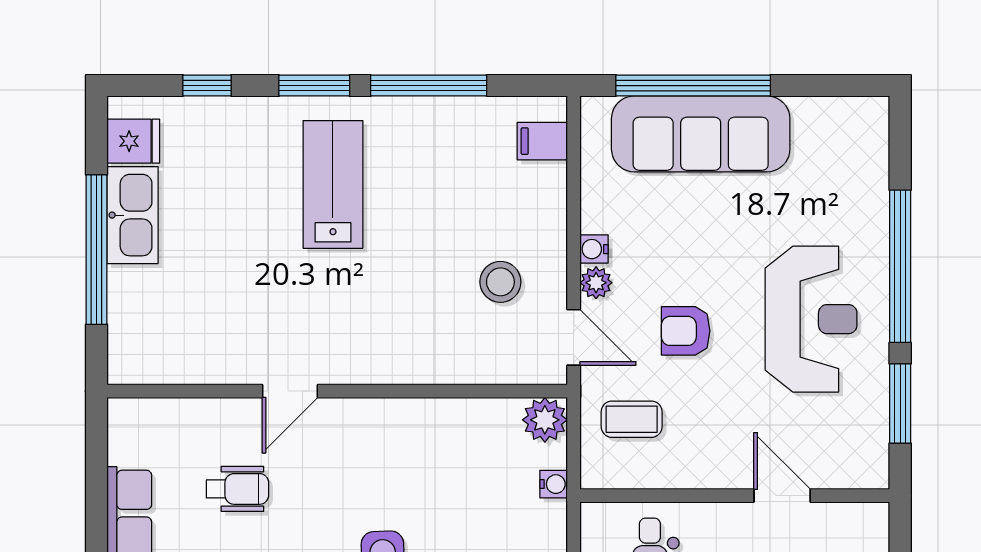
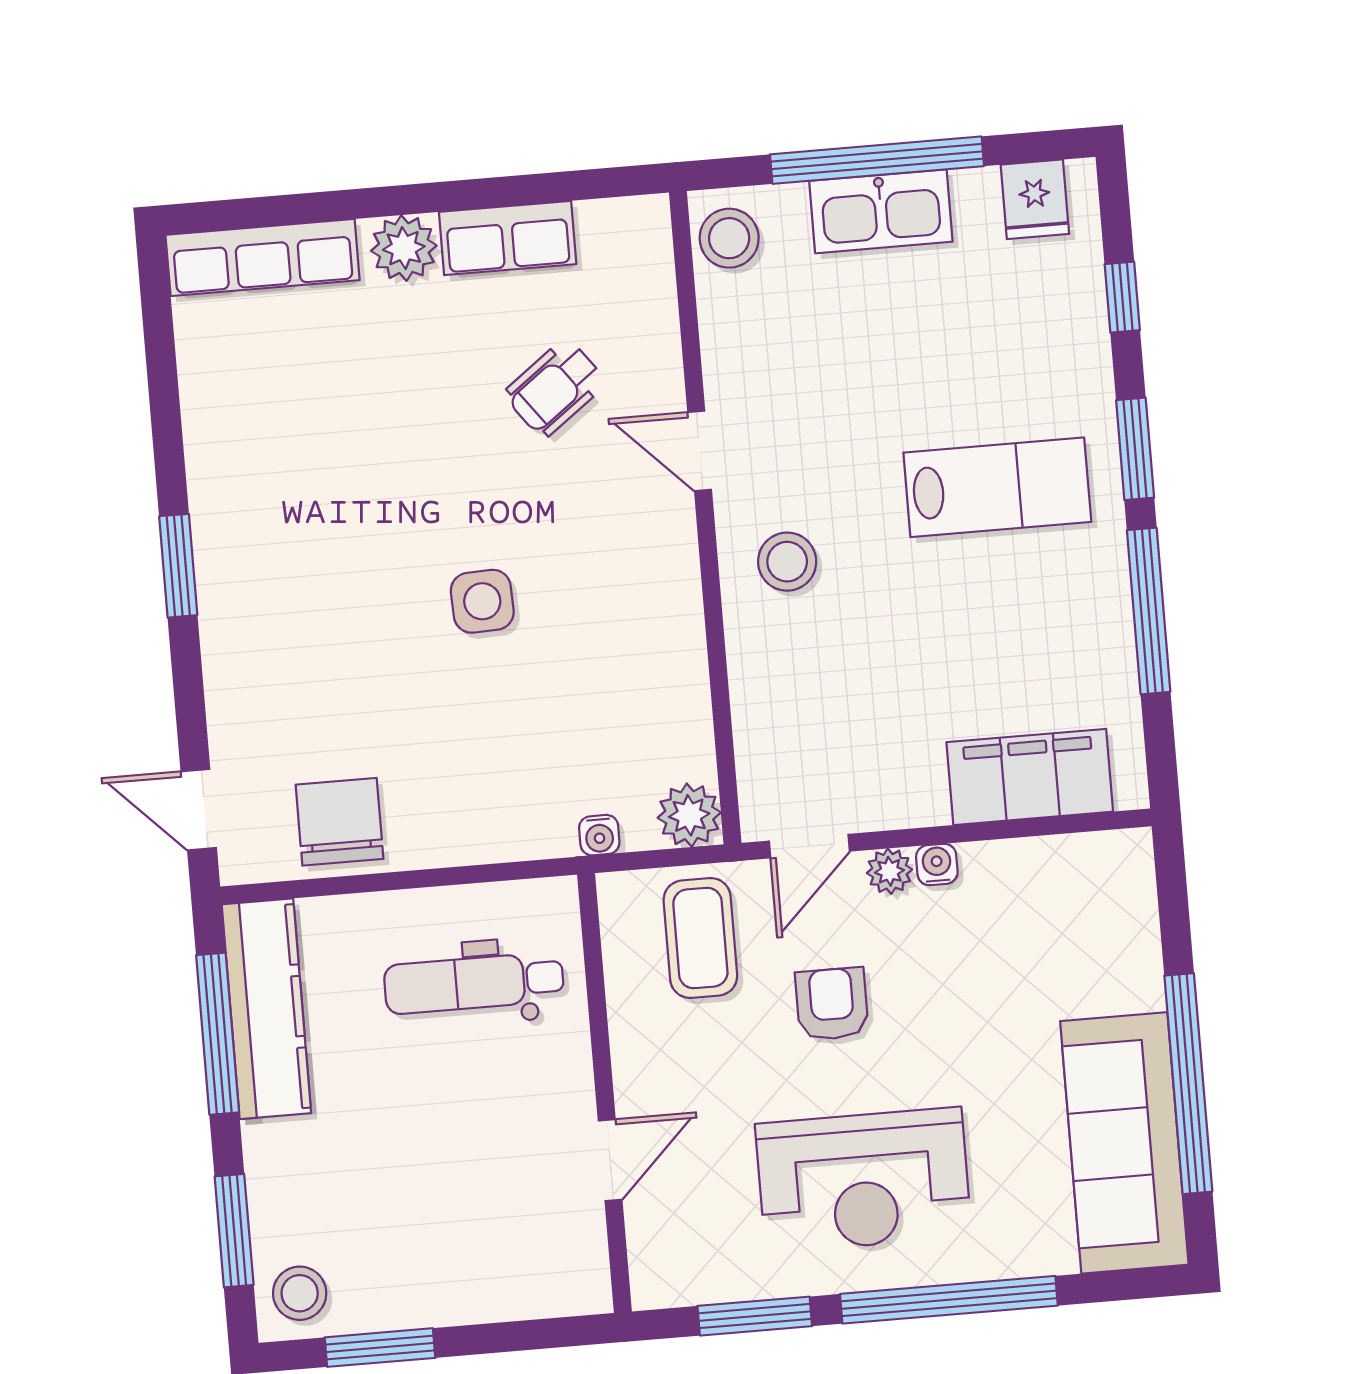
window: (693, 86) -> (1188, 1084), moved
sofa: (701, 134) -> (1124, 1143), moved
filing cabinet: (542, 141) -> (1030, 777), width x3.00, depth x1.17
kitchen sink: (133, 215) -> (881, 211), moved
stool: (500, 282) -> (787, 562), moved
stool: (142, 358) -> (729, 238), added
coffee table: (632, 419) -> (700, 938), width x1.36, depth x1.30
wheelchair: (237, 489) -> (555, 388), turned 53

